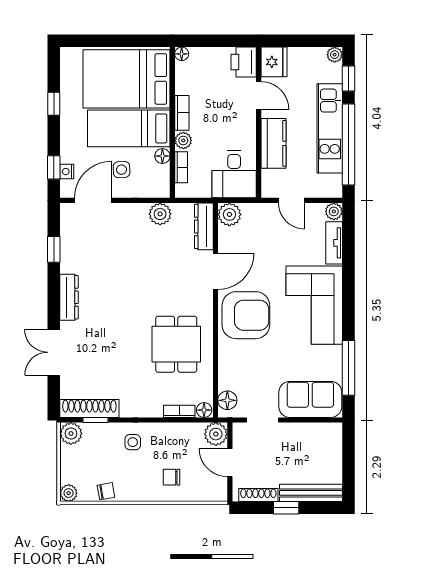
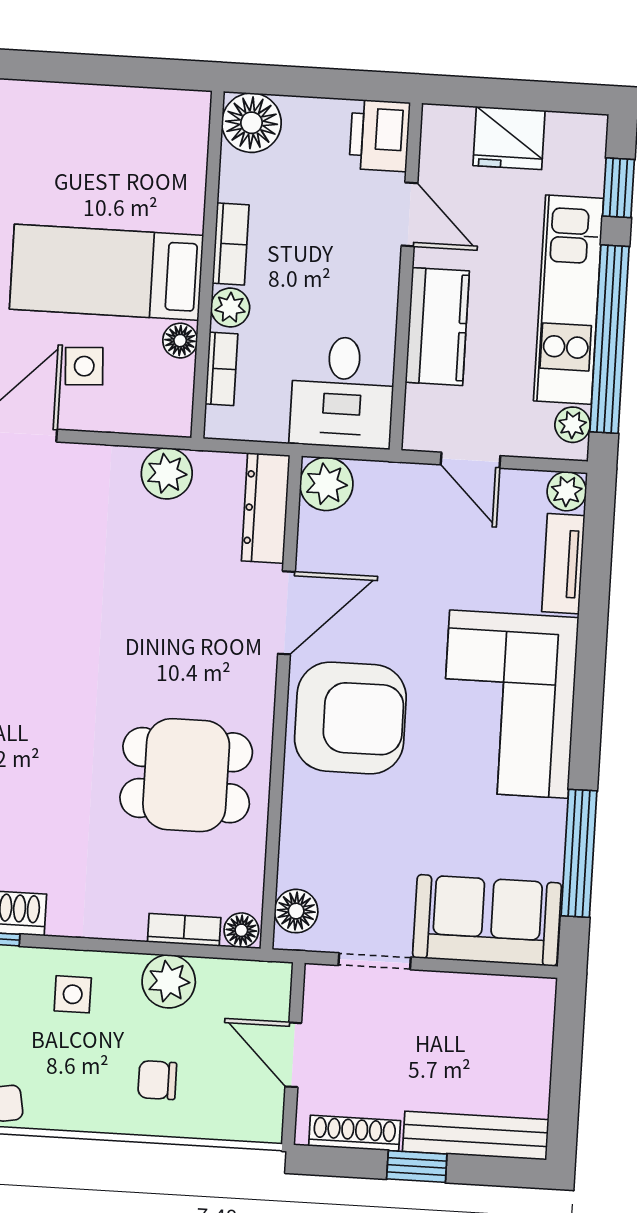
floor lamp: (182, 54) -> (251, 123), width x1.89, depth x1.89
plant: (335, 55) -> (573, 425), moved
fridge: (274, 62) -> (509, 138), moved, turned 90
bed: (127, 79) -> (108, 158), removed
dining table: (176, 344) -> (186, 775), turned 90
plant: (216, 434) -> (169, 981), moved

